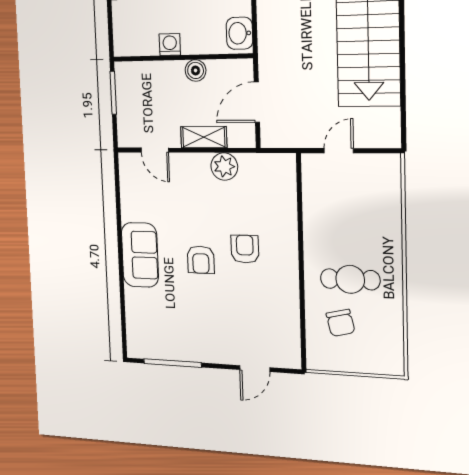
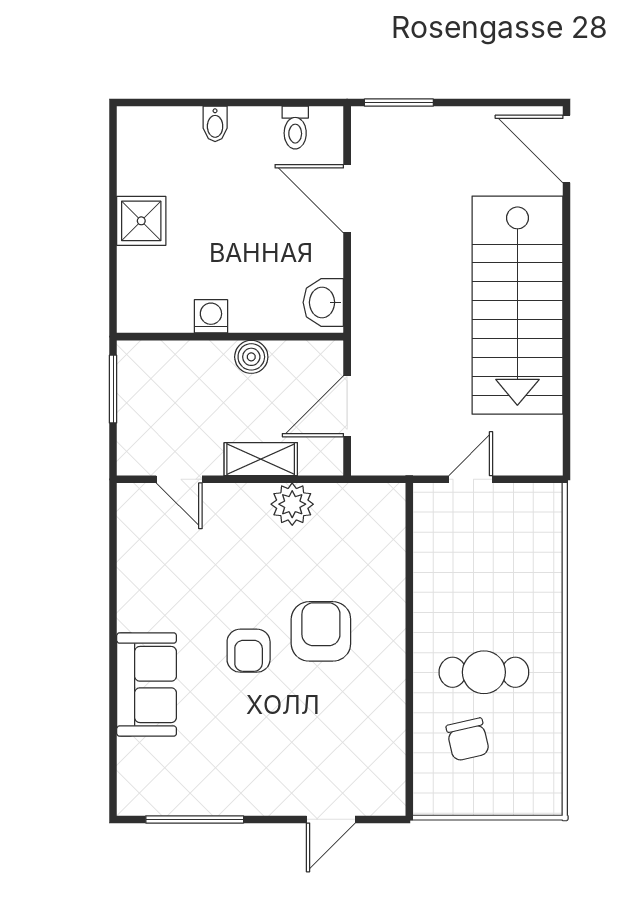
armchair: (245, 249) -> (321, 631), width x1.38, depth x1.38
sofa: (140, 255) -> (147, 685), moved

